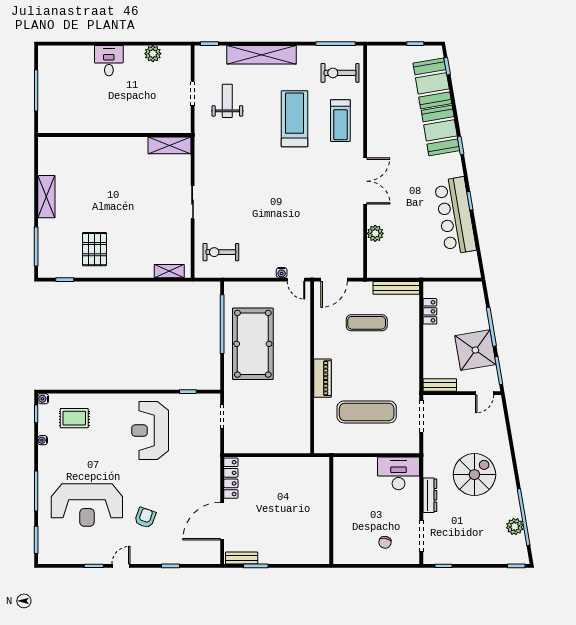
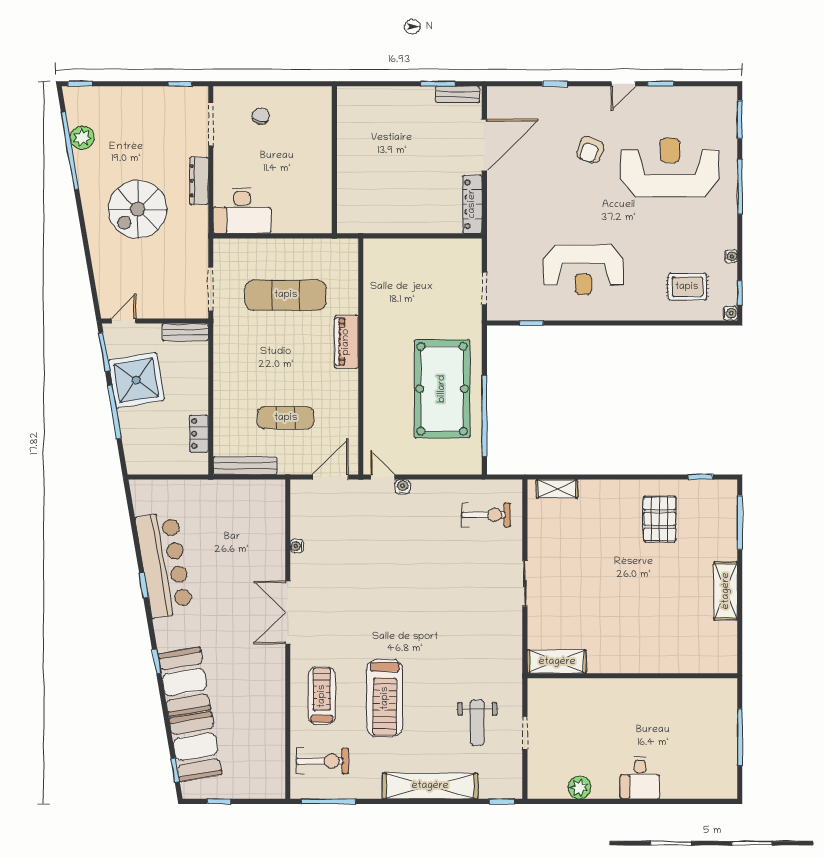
water cooler: (359, 229) -> (297, 546), added
plant: (375, 233) -> (274, 541), removed
reception desk: (150, 431) -> (583, 270), turned 90

